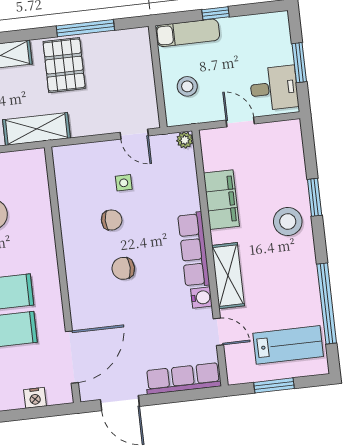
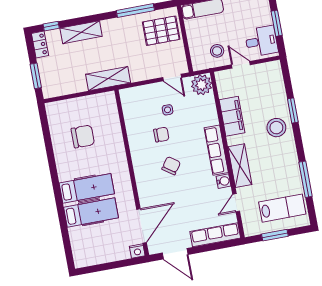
pallet: (64, 65) -> (161, 31), moved, turned 90
stool: (187, 86) -> (217, 51), moved
plant: (185, 140) -> (202, 85), width x1.88, depth x1.88
chair: (123, 268) -> (171, 166), turned 125
window: (327, 303) -> (306, 179), width x0.68
door: (218, 332) -> (236, 203), swing flipped
nightstand: (35, 398) -> (137, 251), moved

